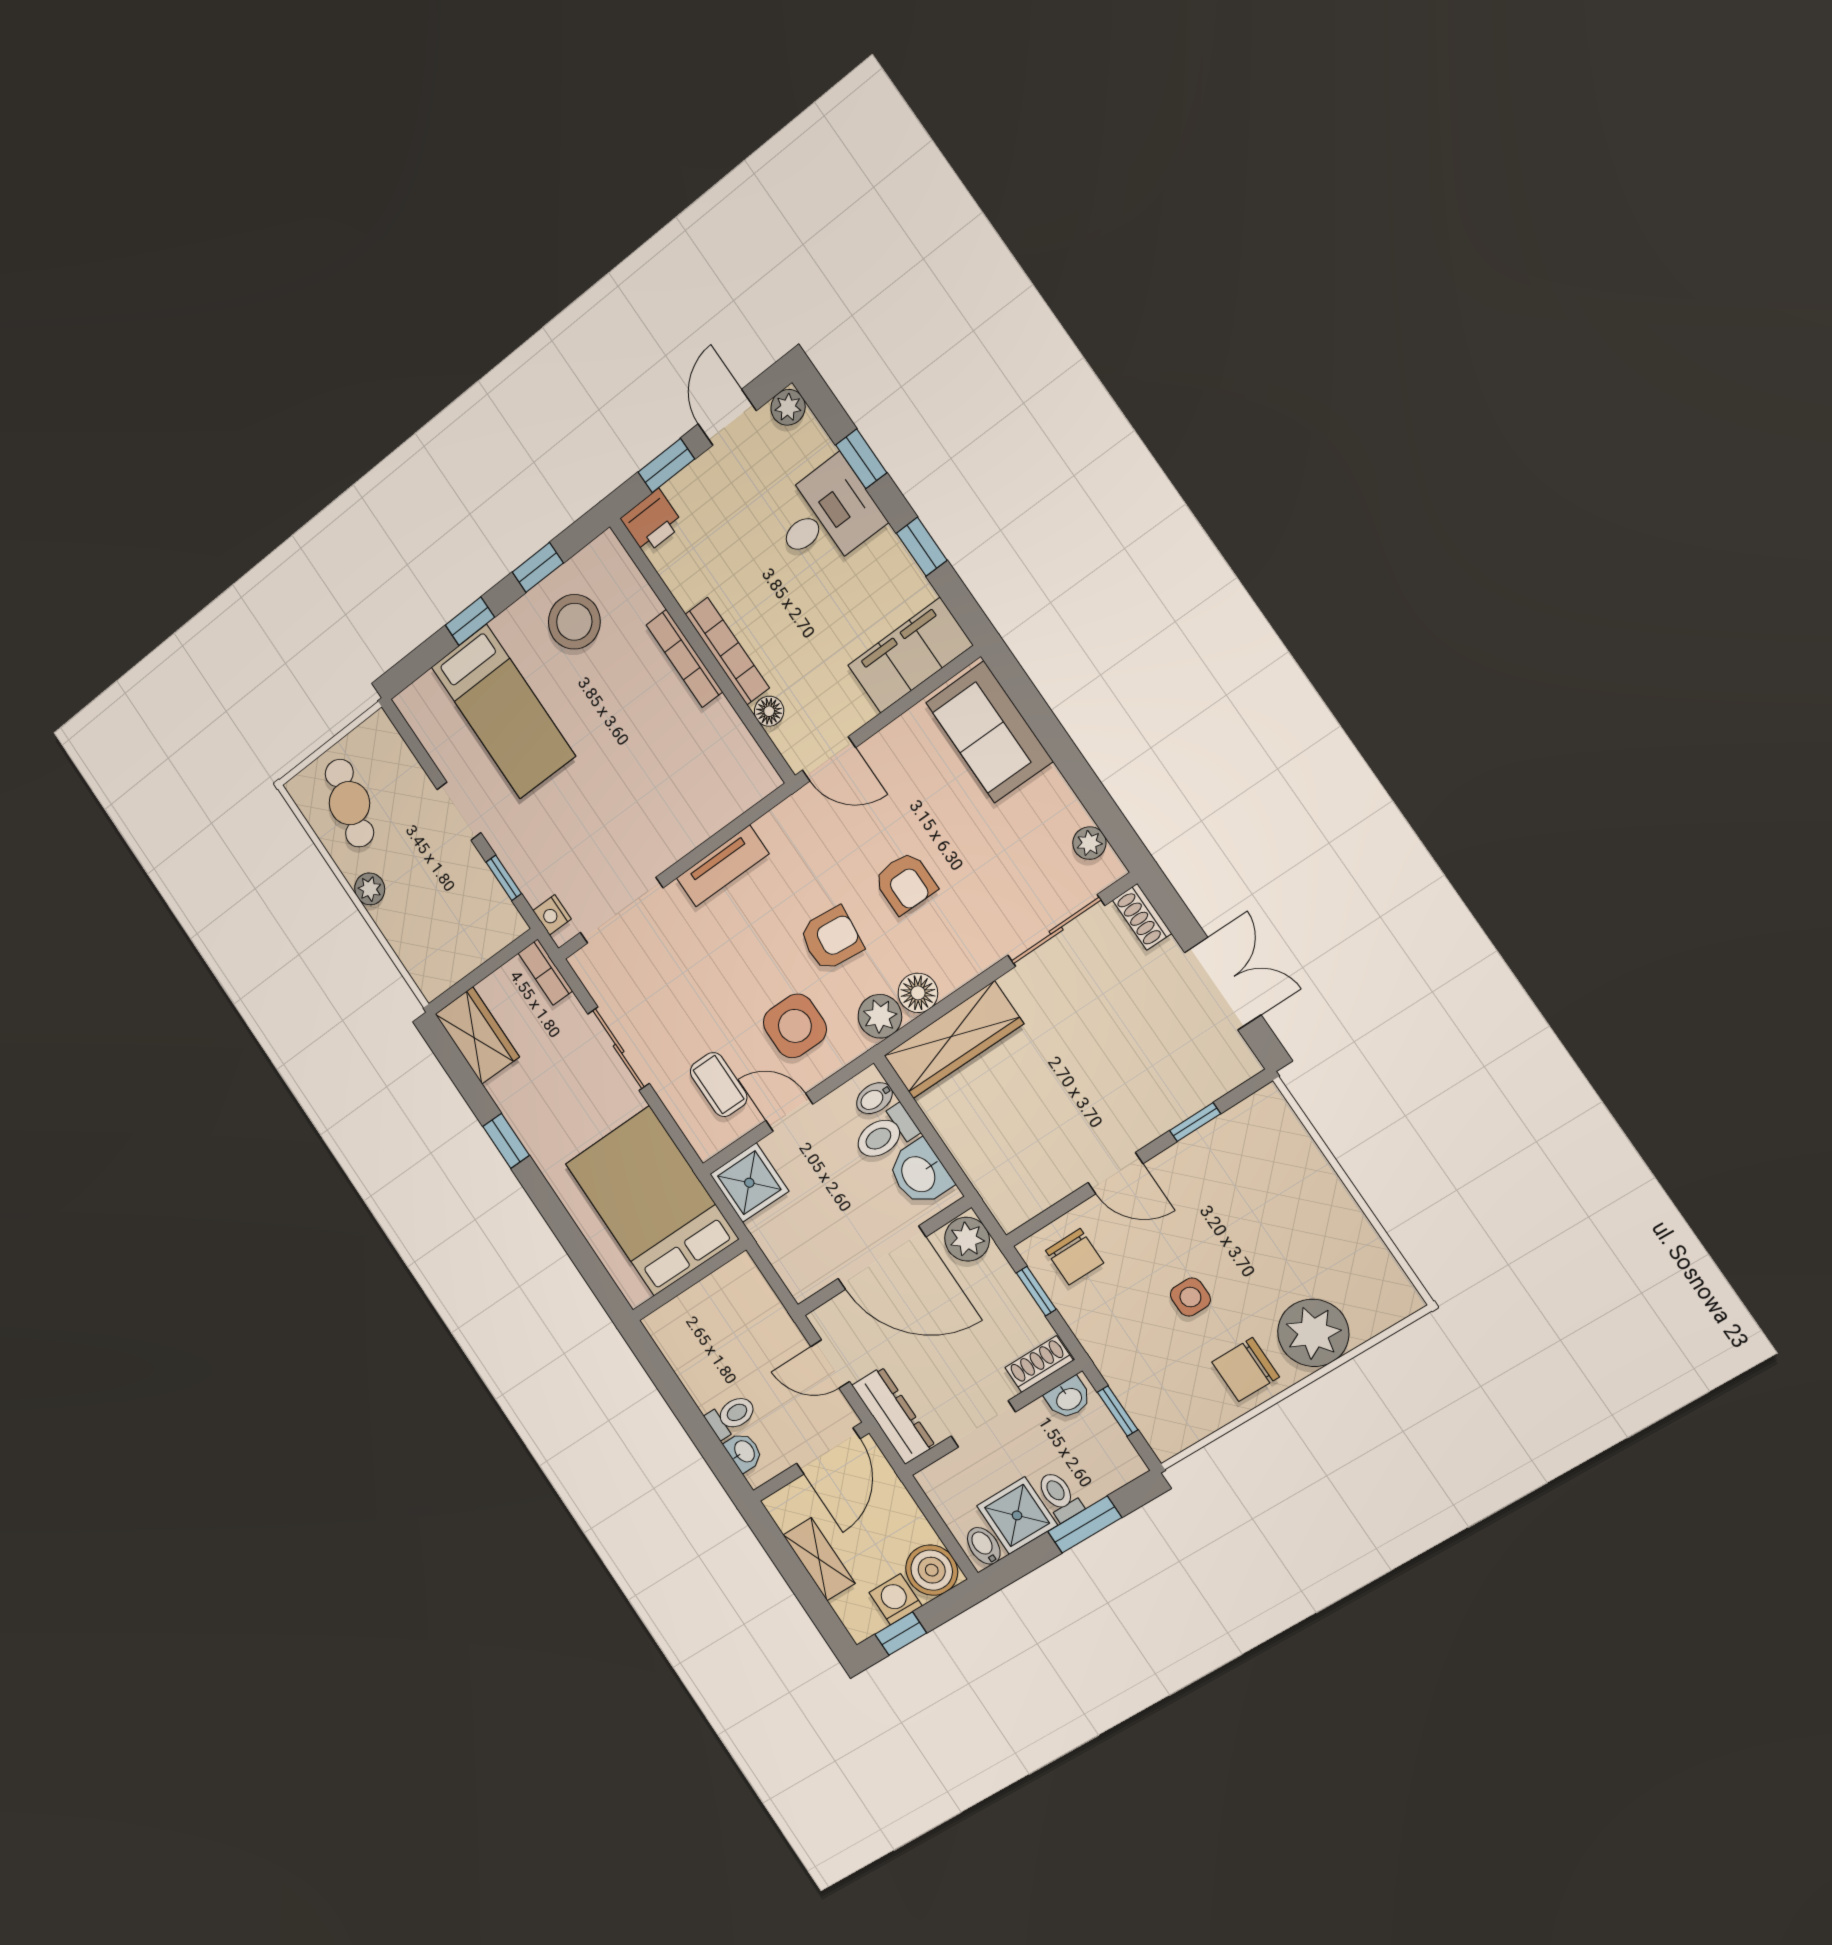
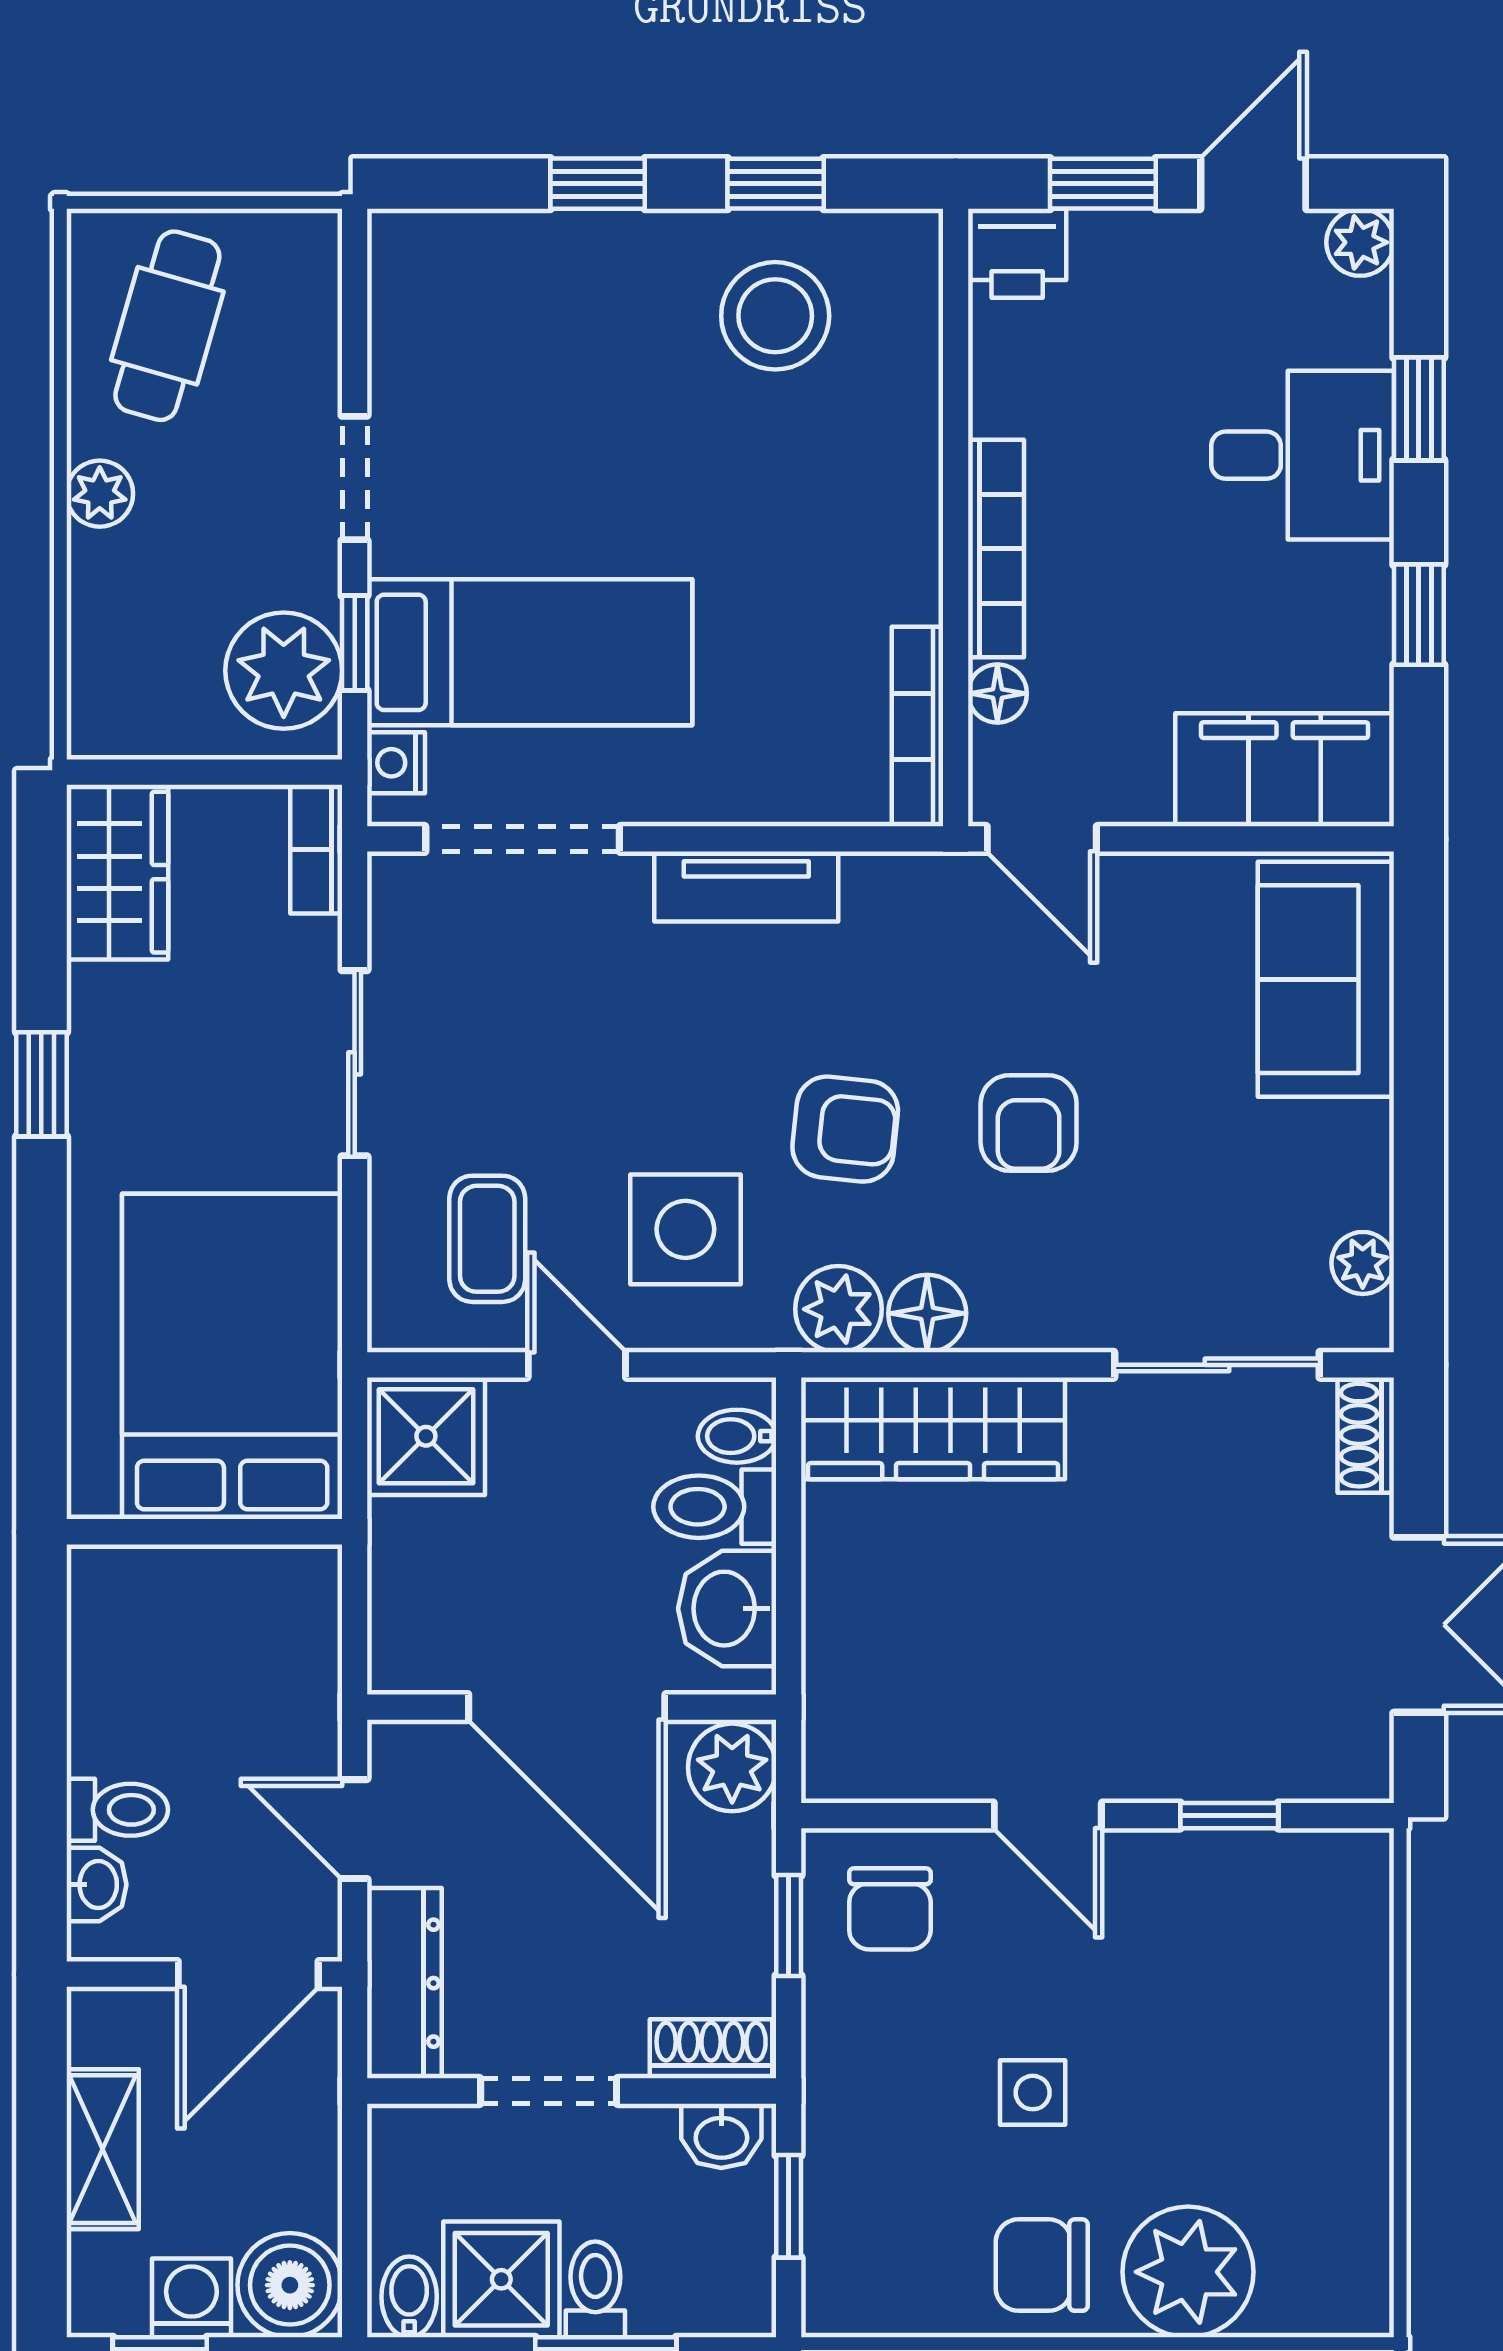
bookcase: (684, 658) -> (917, 726), moved
bed: (503, 712) -> (530, 652), moved, turned -90
plant: (485, 909) -> (284, 671), added

